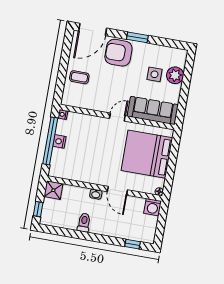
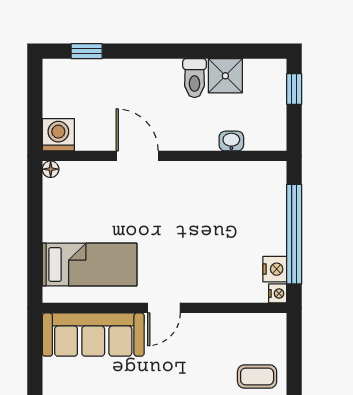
nightstand: (59, 141) -> (275, 269), moved
bed: (147, 154) -> (90, 264), width x0.49
shower: (53, 190) -> (225, 76), moved
washbasin: (96, 194) -> (231, 141), moved

